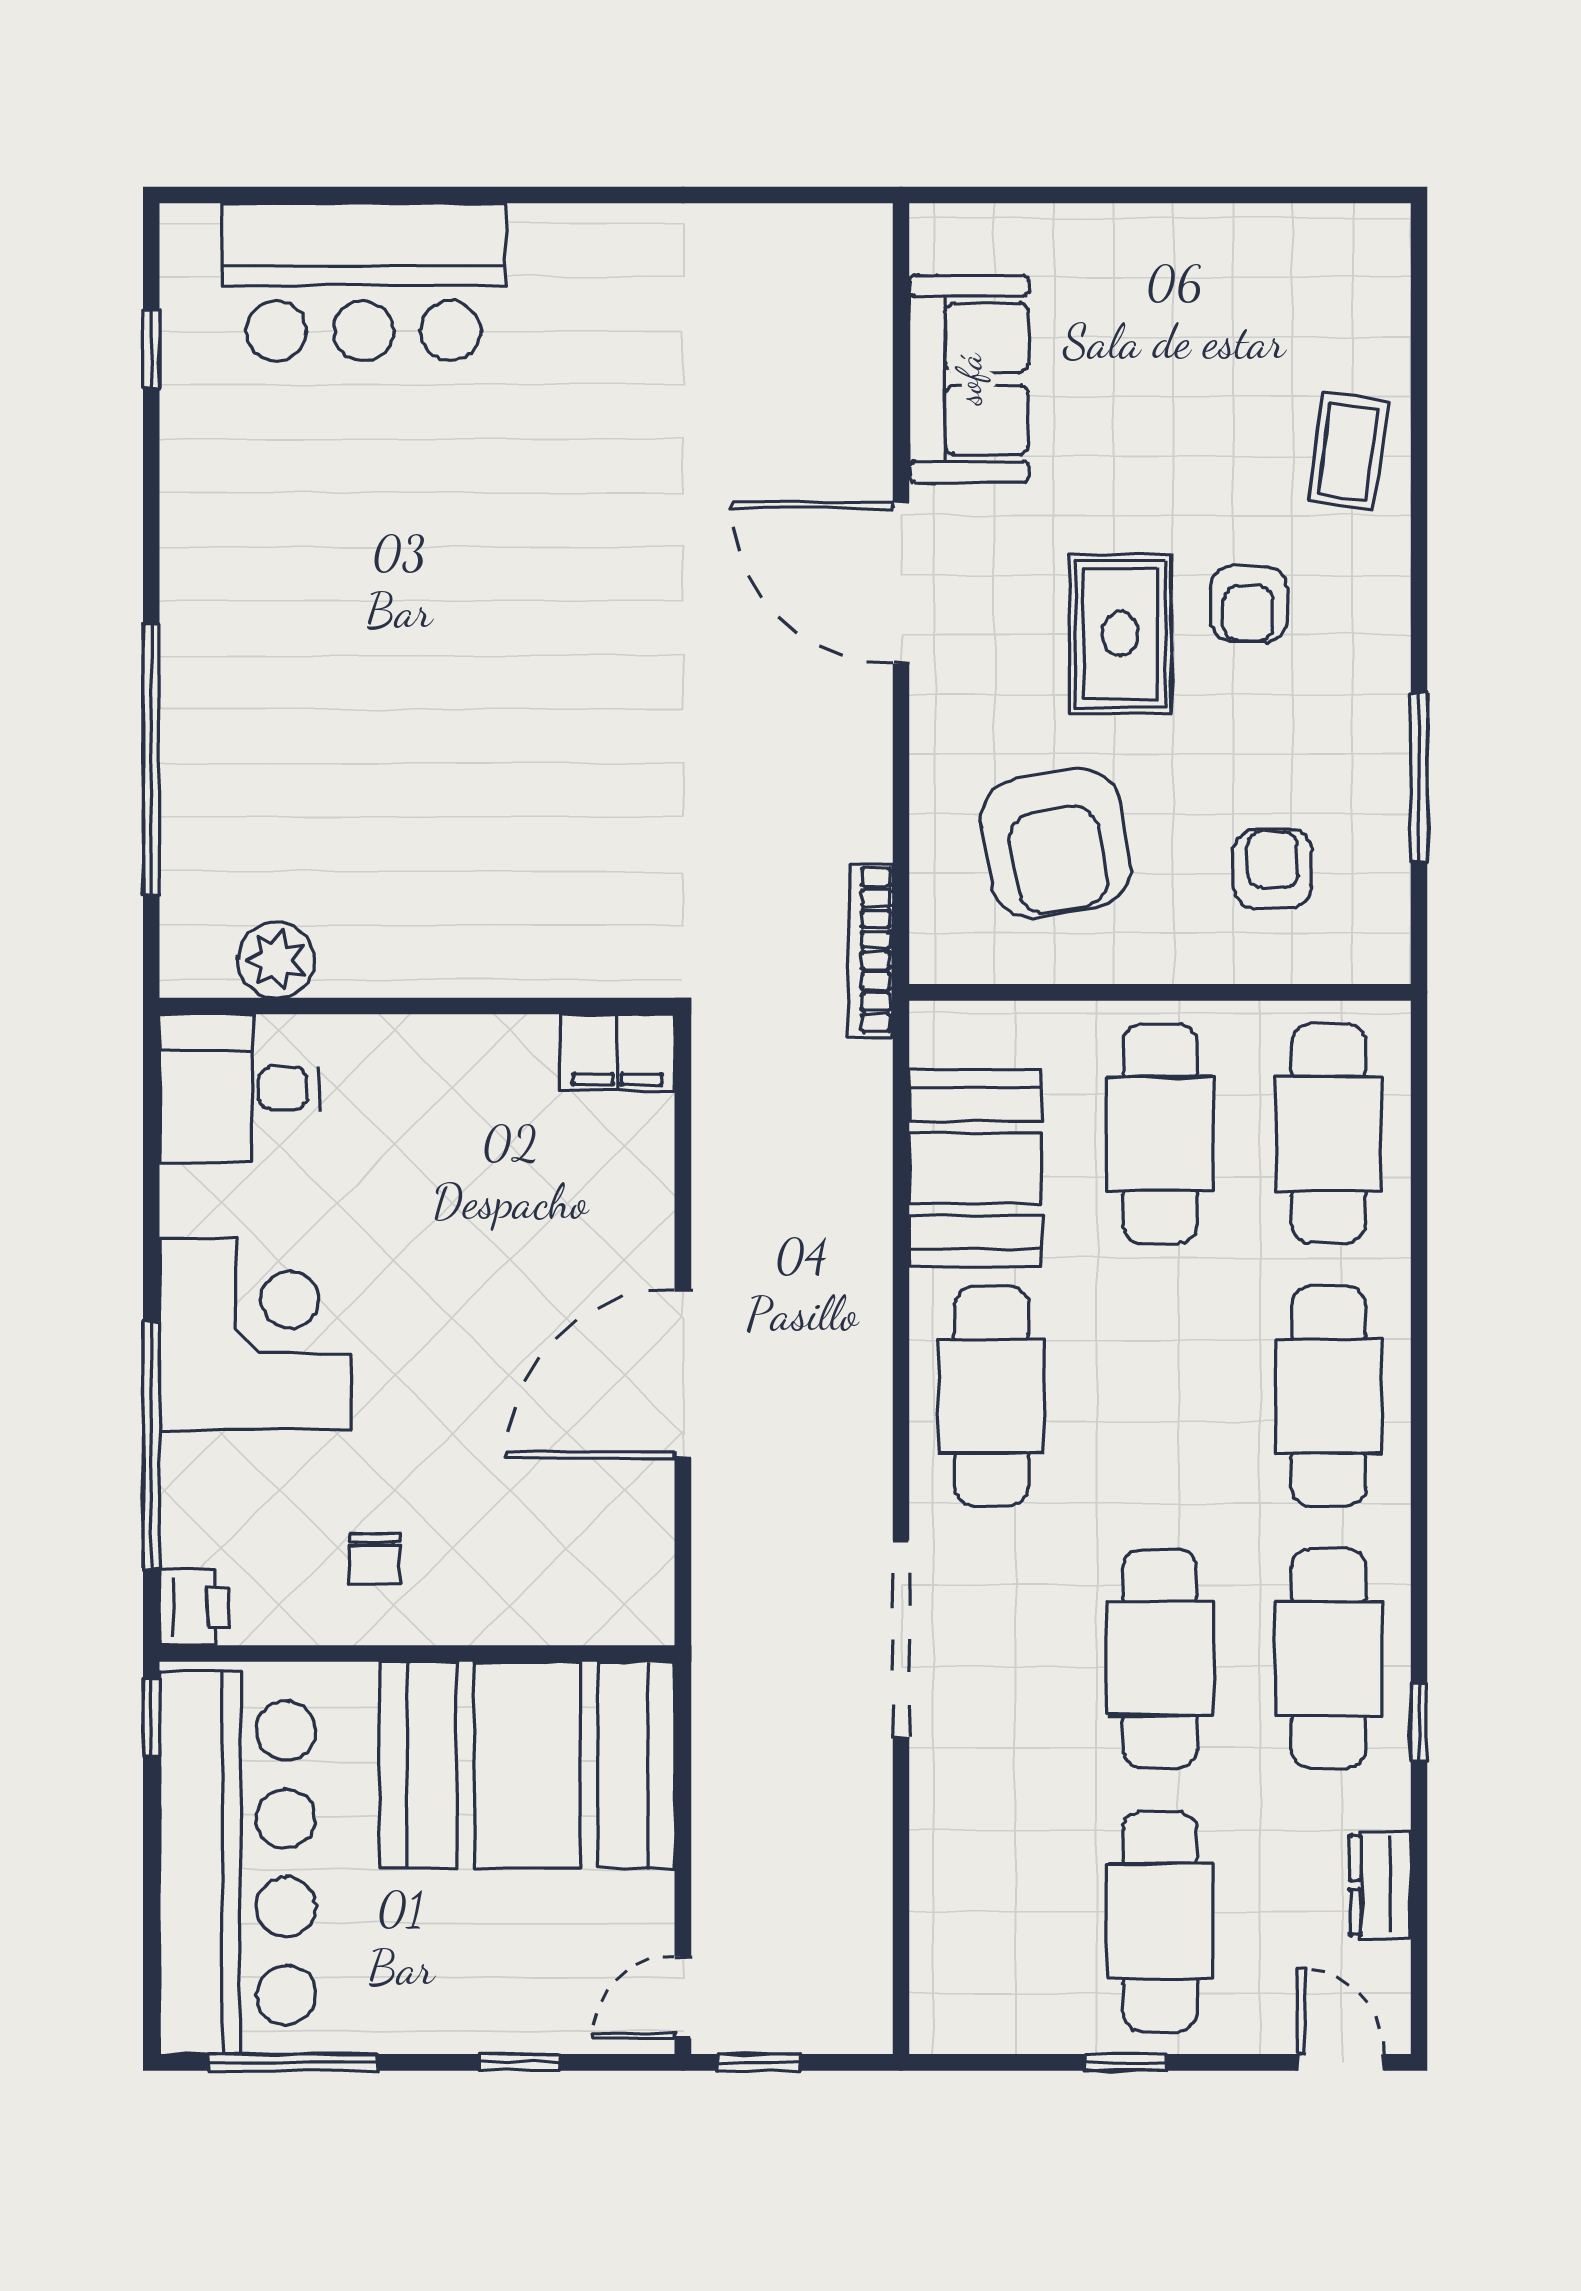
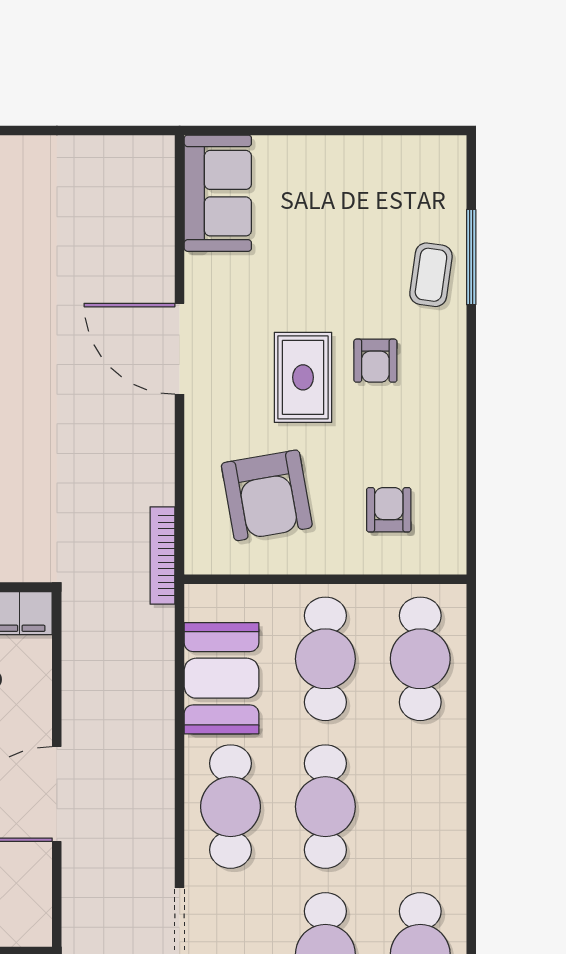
sofa: (969, 379) -> (218, 193), moved
window: (1419, 777) -> (471, 257), moved
cafe table: (1329, 1396) -> (325, 807), moved

